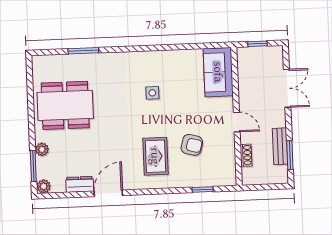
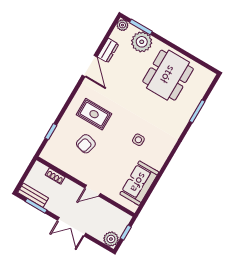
plant: (274, 55) -> (111, 239), added
sofa: (218, 72) -> (139, 183), moved, turned -90
double door: (287, 88) -> (72, 227), moved
door: (237, 122) -> (93, 191), moved
bench: (280, 146) -> (33, 195), moved
plant: (42, 149) -> (142, 42), width x1.87, depth x1.87

